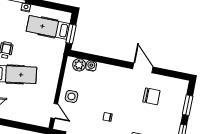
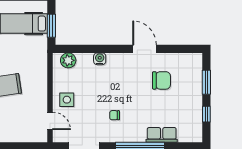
water cooler: (91, 66) -> (100, 59), moved

